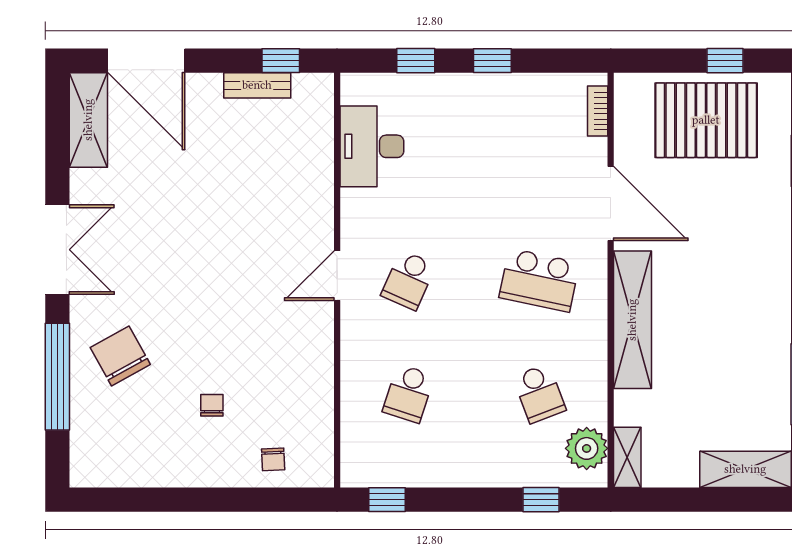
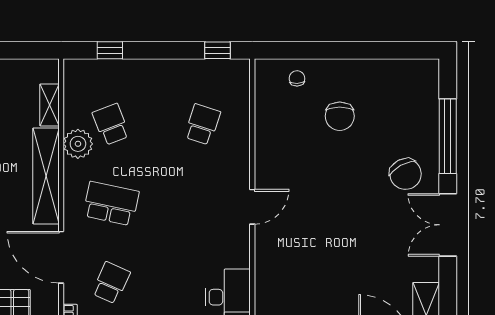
school desk: (408, 280) -> (111, 283), moved
chair: (120, 356) -> (406, 174), moved
chair: (212, 405) -> (340, 116), width x1.87, depth x1.87
plant: (587, 448) -> (78, 144), moved
shelving: (627, 457) -> (49, 105), moved

